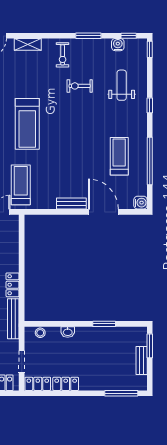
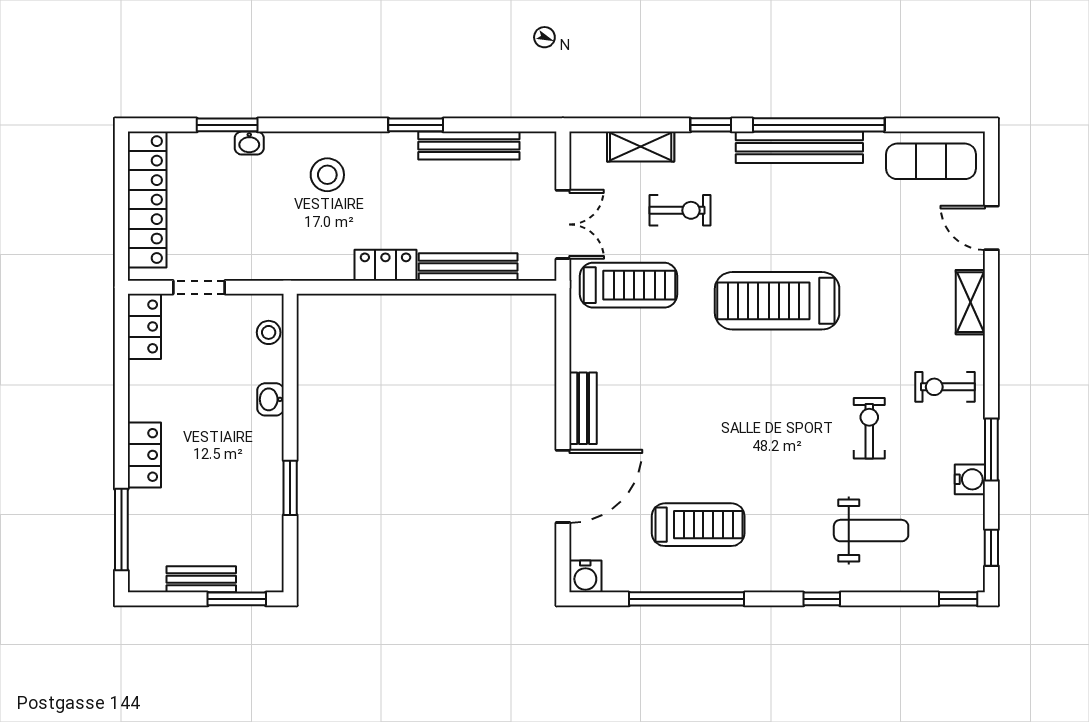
water cooler: (118, 45) -> (970, 479), moved
bench: (13, 319) -> (468, 267), moved
locker: (66, 384) -> (144, 455), moved

